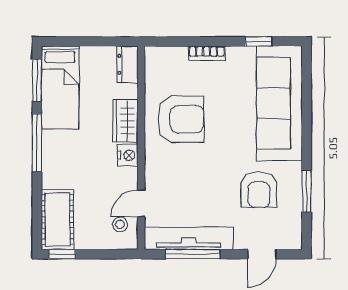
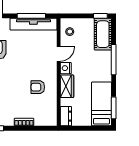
armchair: (181, 119) -> (38, 87), width x0.53, depth x0.53
window: (37, 143) -> (114, 60), moved
door: (141, 203) -> (59, 54), moved

